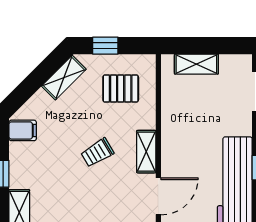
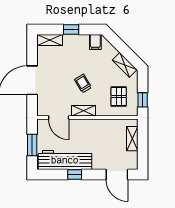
window: (105, 46) -> (143, 100), moved

